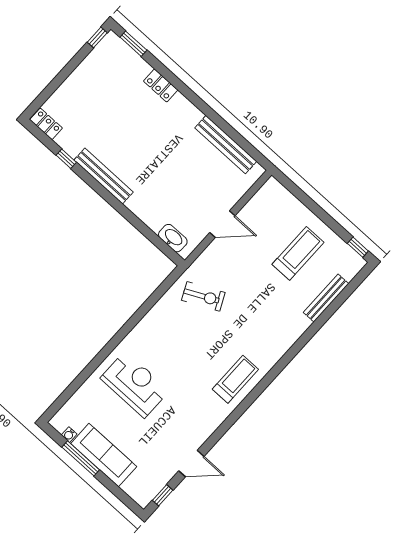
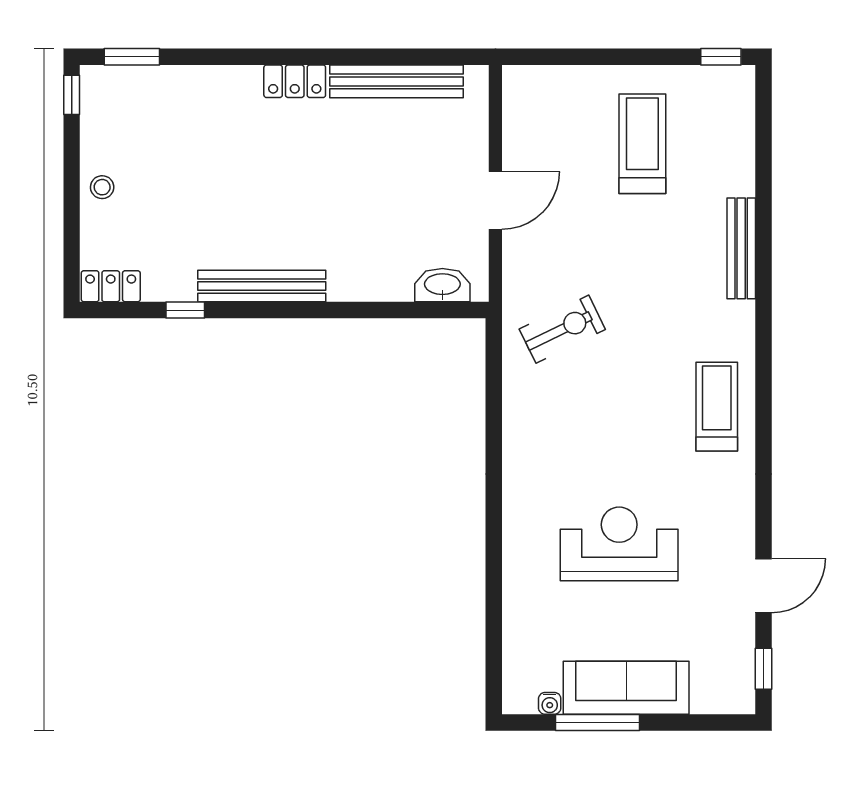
stool: (77, 83) -> (102, 187), added
locker: (161, 85) -> (295, 81), moved
bench: (326, 298) -> (741, 248), moved
reception desk: (135, 384) -> (619, 544), moved

